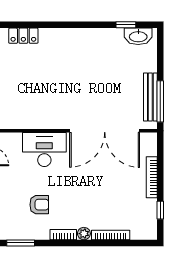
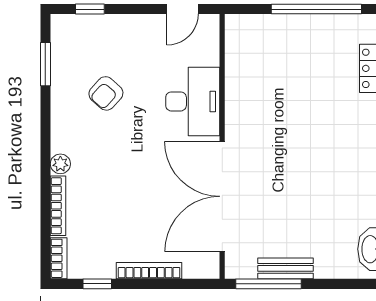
bench: (150, 97) -> (285, 268), width x0.73
armchair: (39, 205) -> (106, 93), turned 42
bookcase: (63, 235) -> (59, 258), moved

